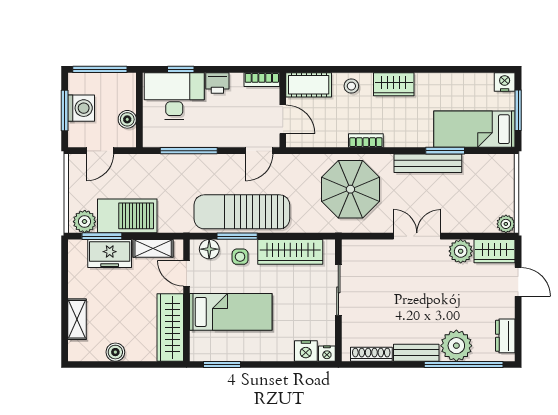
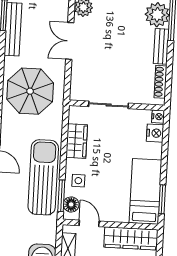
sun lounger: (242, 212) -> (43, 177), turned 180
window: (237, 236) -> (61, 196), moved
wardrobe: (290, 252) -> (77, 141), width x0.67
door: (186, 273) -> (89, 223), swing flipped
bed: (231, 312) -> (145, 191), moved

